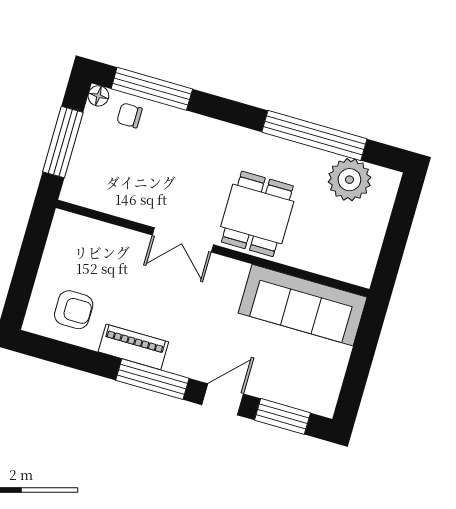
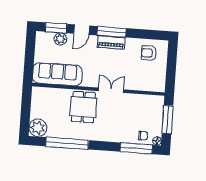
plant: (349, 180) -> (38, 128), moved
piano: (133, 347) -> (111, 42), moved
plant: (278, 388) -> (60, 39), added

